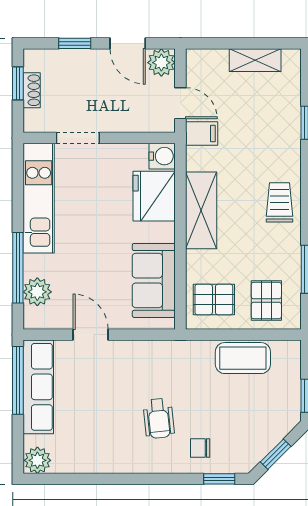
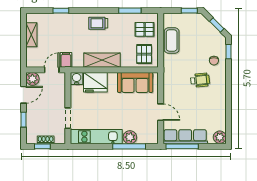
plant: (37, 292) -> (130, 137), moved
door: (91, 335) -> (161, 112), swing flipped

